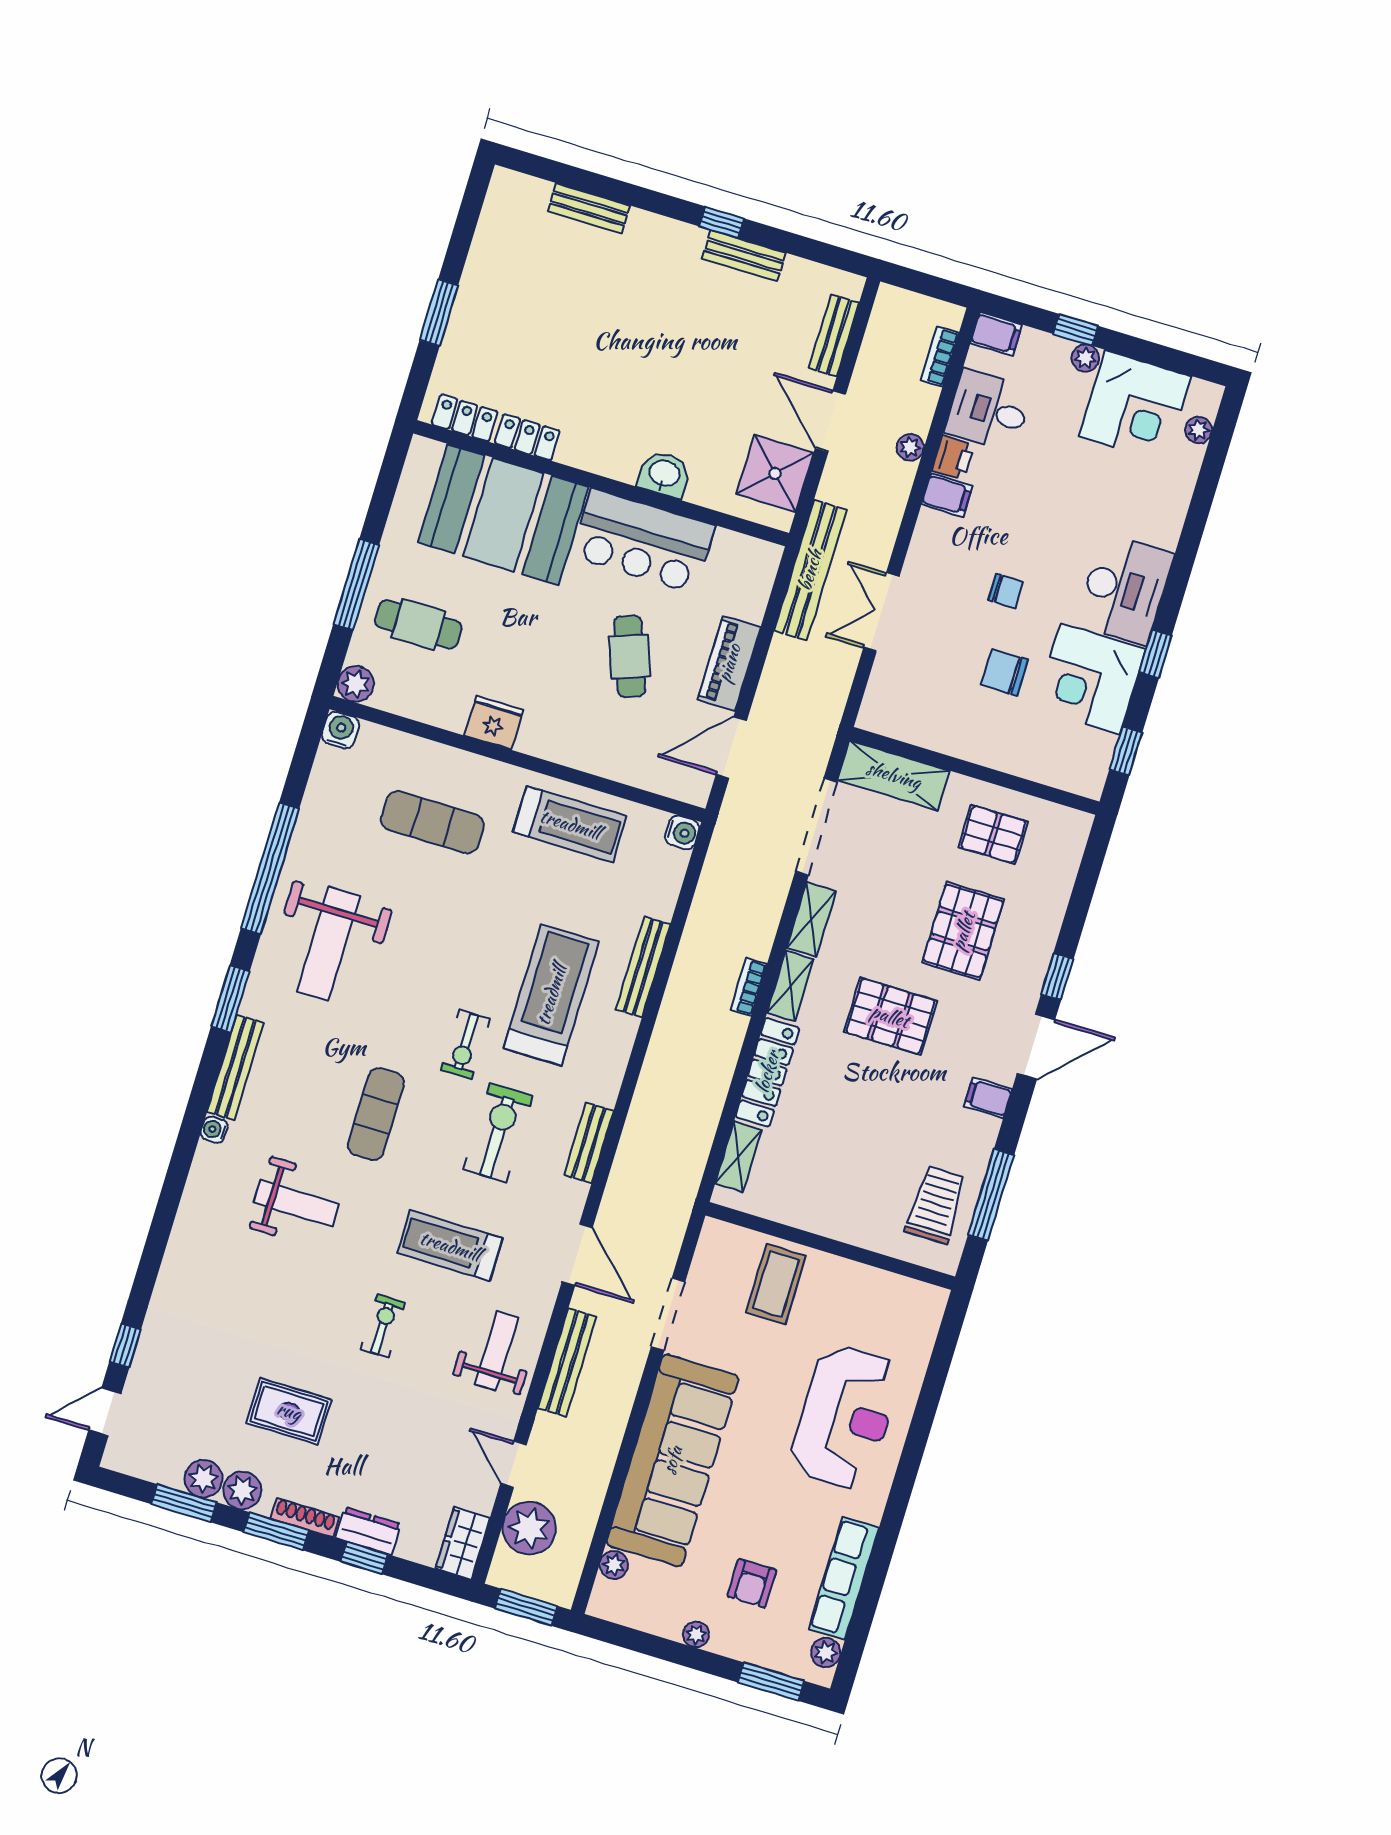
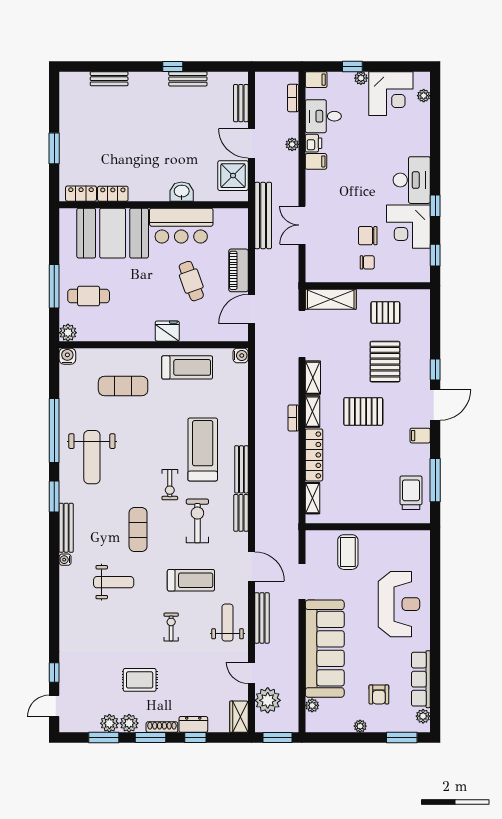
chair: (1006, 591) -> (367, 262), moved
fridge: (494, 723) -> (167, 331), moved
bench: (643, 967) -> (241, 469), moved
treadmill: (450, 1246) -> (191, 580), turned 180

